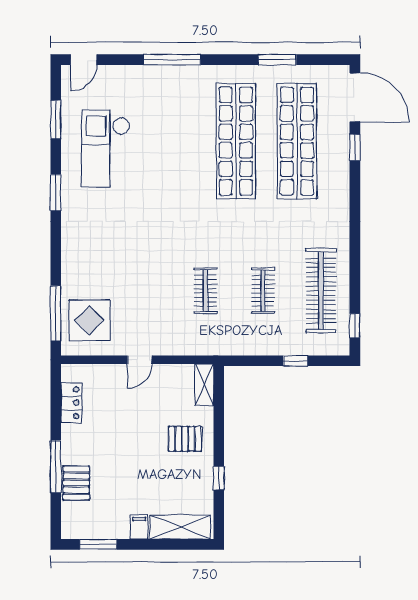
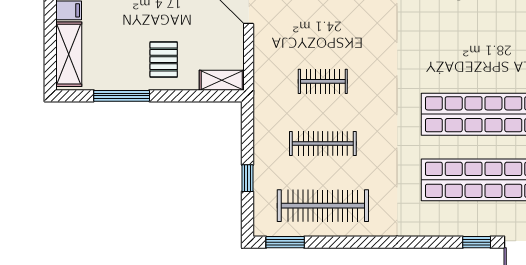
clothes rail: (263, 291) -> (323, 144), width x1.36
window: (355, 326) -> (285, 242), width x1.50
window: (219, 478) -> (122, 96), width x2.17

